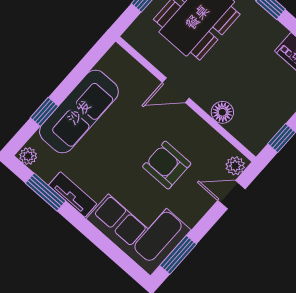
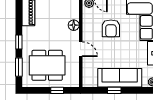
window: (44, 112) -> (114, 90), moved

